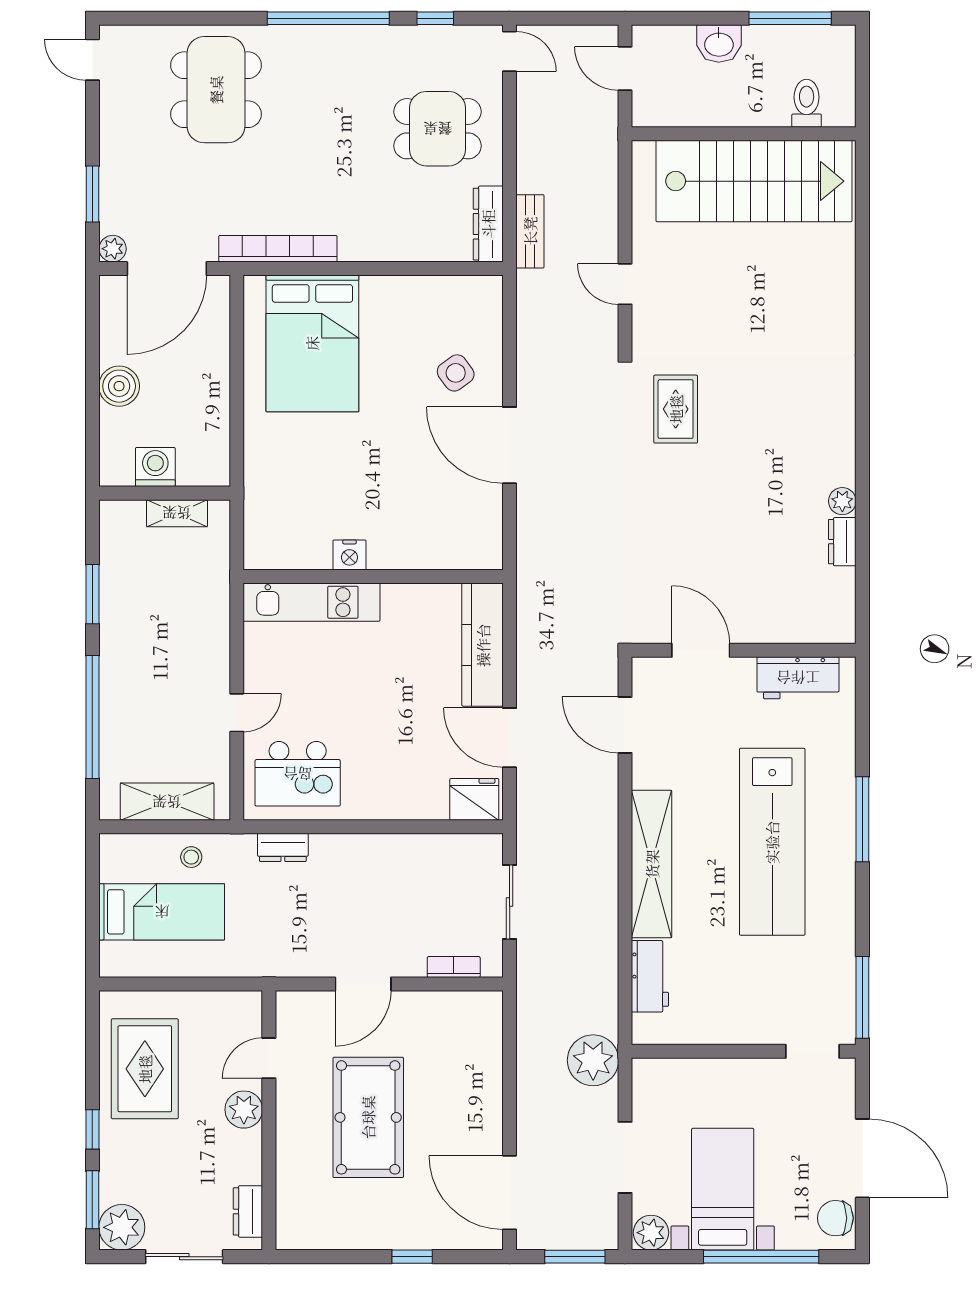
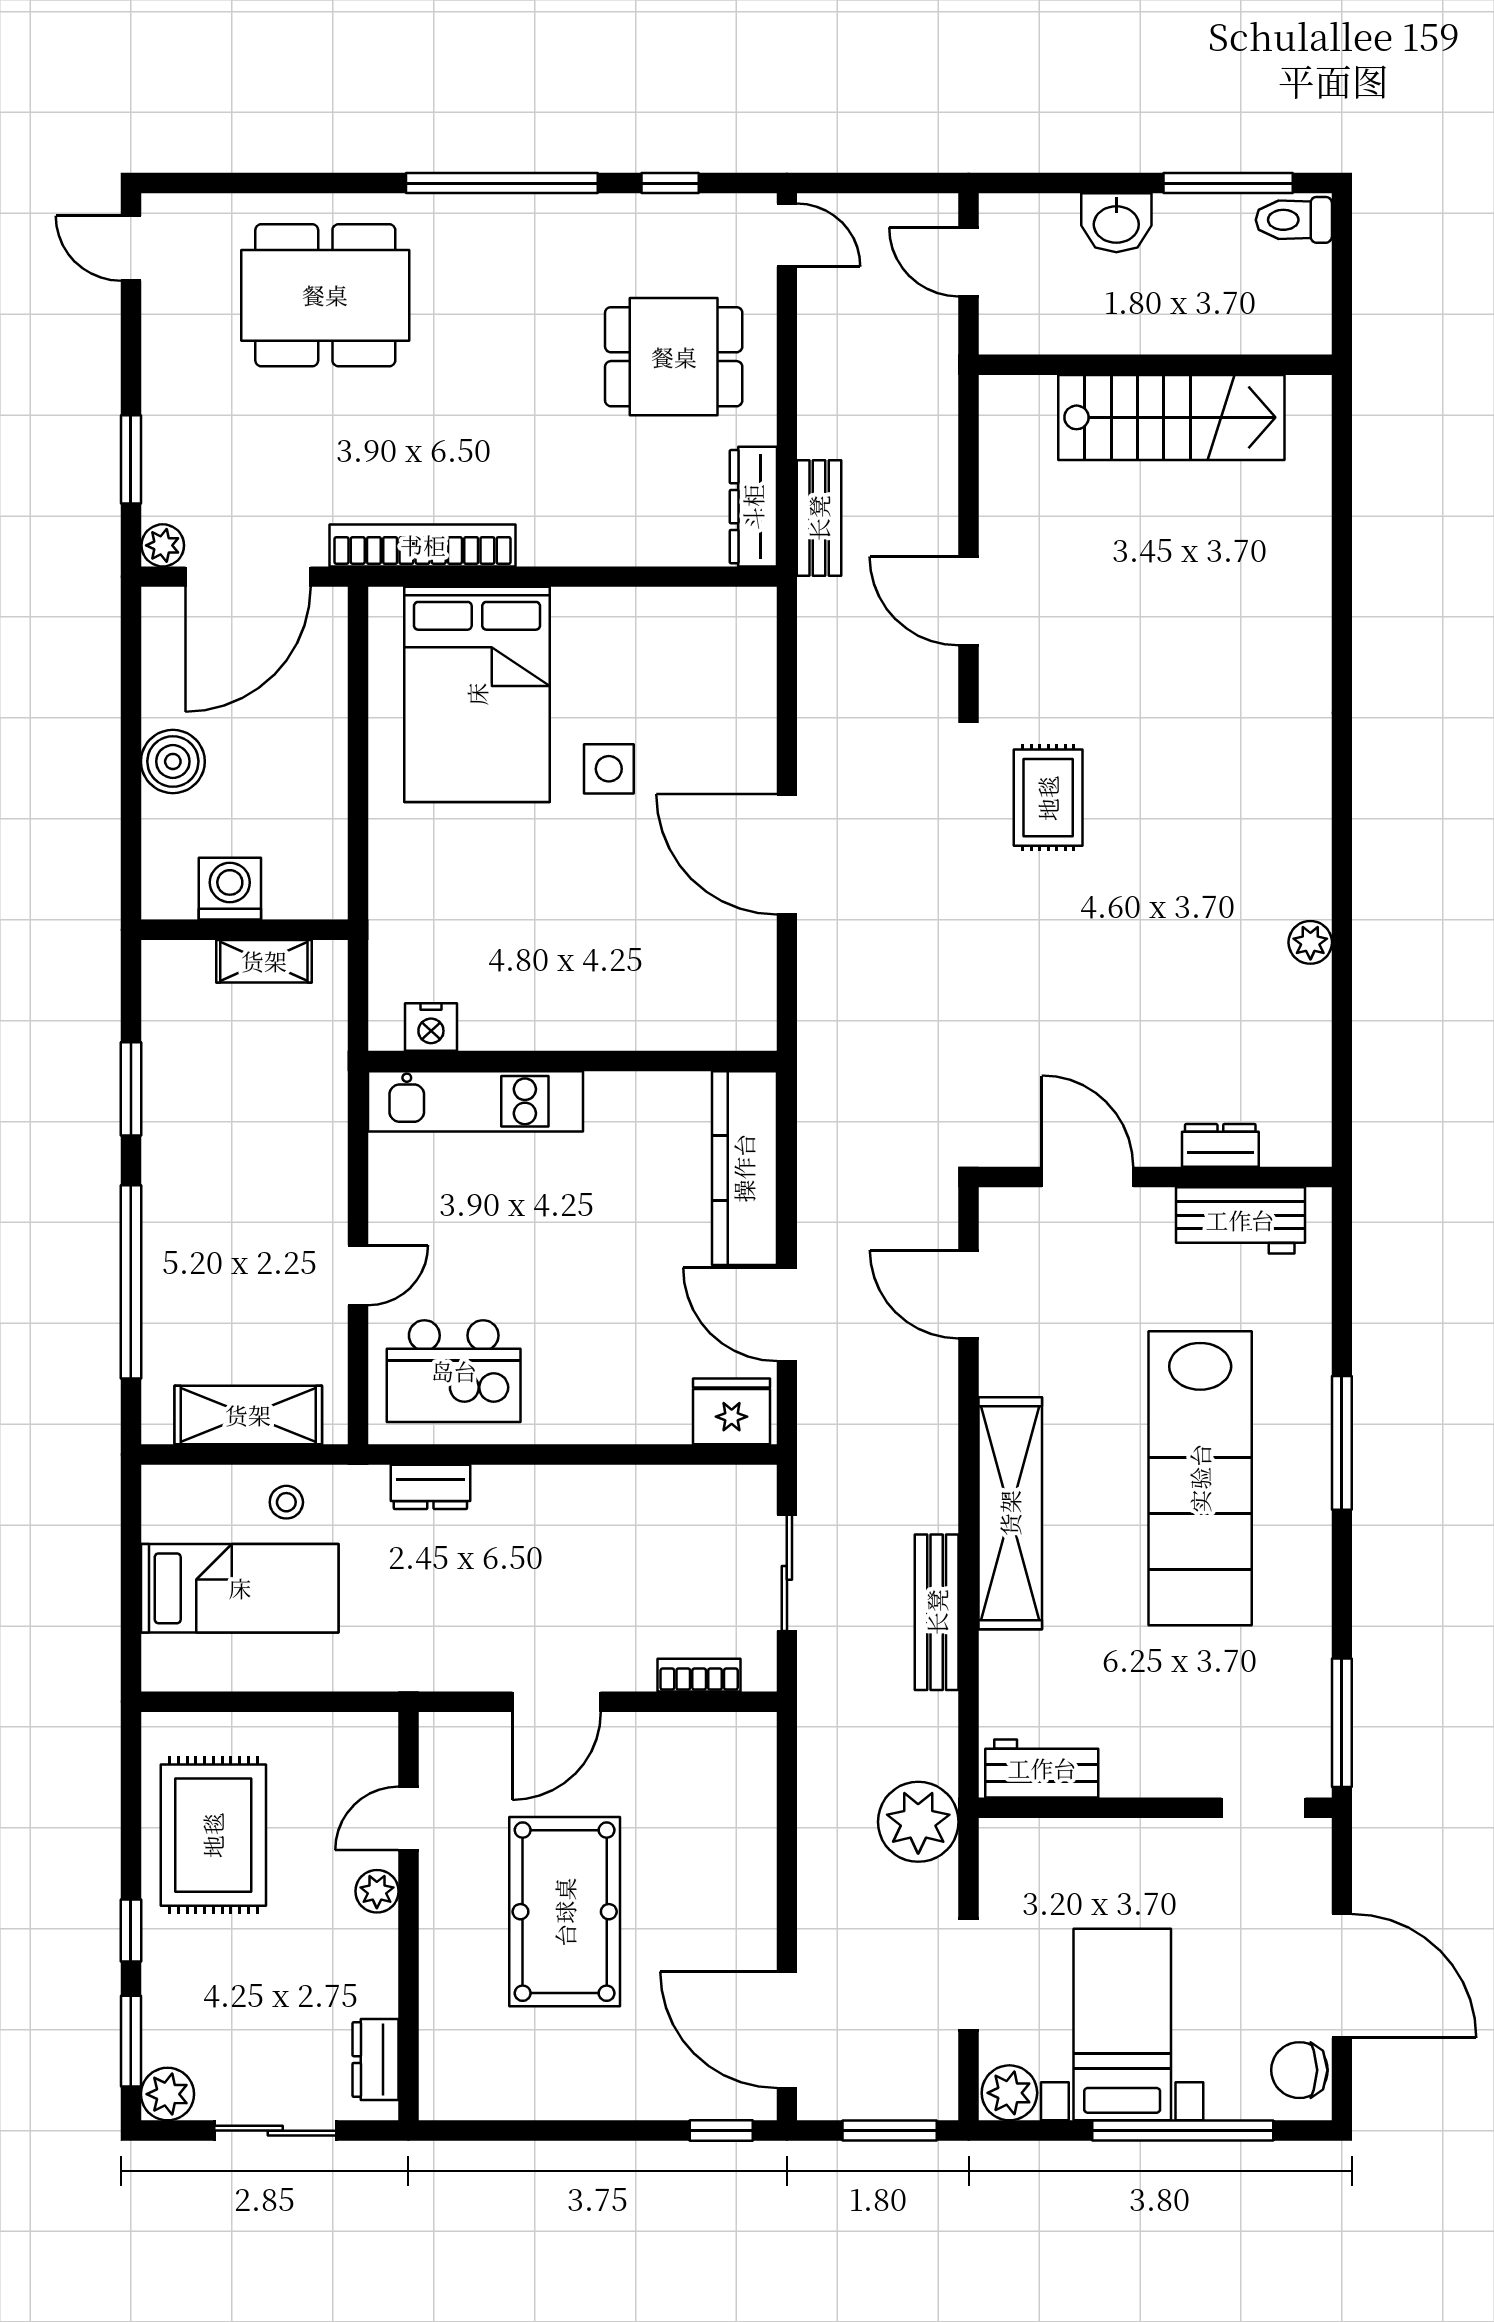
dining table: (216, 90) -> (325, 295), turned 90
toilet: (807, 103) -> (1294, 220), moved, turned -90
stairs: (754, 181) -> (1171, 417), width x0.73, depth x0.66
door: (625, 284) -> (969, 601), width x1.37
side table: (456, 373) -> (609, 769), moved, turned 36
dresser: (842, 542) -> (1220, 1145), moved, turned 90
nightstand: (349, 555) -> (431, 1027), moved
bench: (605, 927) -> (937, 1612), added
workbench: (650, 976) -> (1042, 1768), moved, turned -90
plant: (244, 1110) -> (377, 1891), width x0.73, depth x0.73
plant: (122, 1227) -> (167, 2094), width x0.73, depth x0.73
window: (412, 1257) -> (721, 2131), moved

